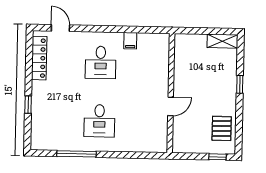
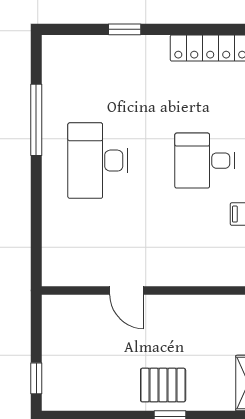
desk: (99, 121) -> (98, 161), width x1.37
pallet: (222, 128) -> (163, 385), moved

